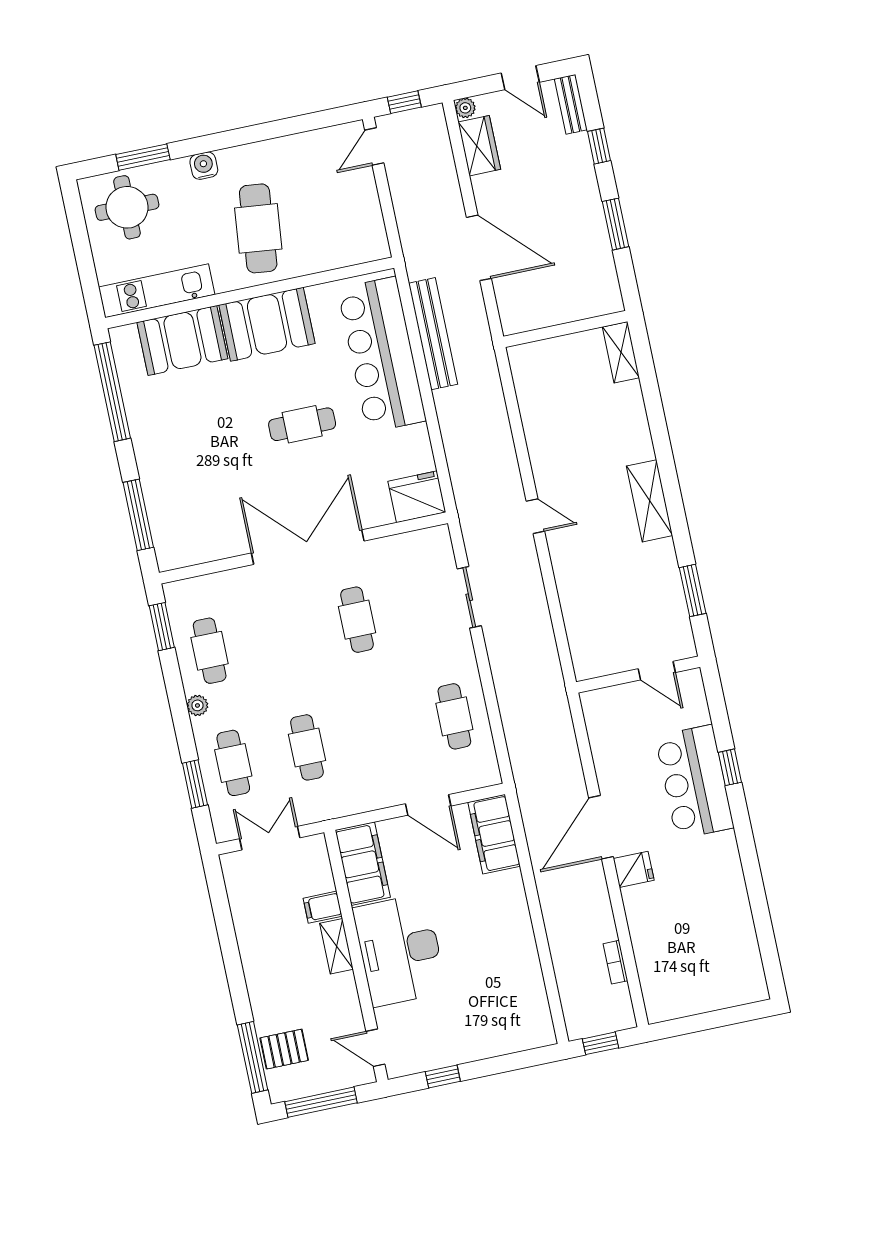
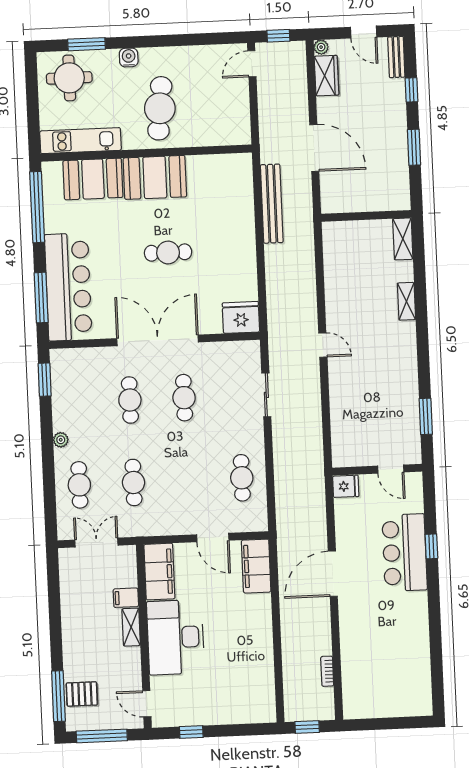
bar counter: (382, 355) -> (68, 287), moved, turned 180
shelving: (650, 501) -> (406, 301), moved, width x0.67, depth x0.75
cafe table: (210, 651) -> (130, 400), moved
window: (195, 784) -> (50, 495), removed
fridge: (634, 869) -> (346, 486), moved

